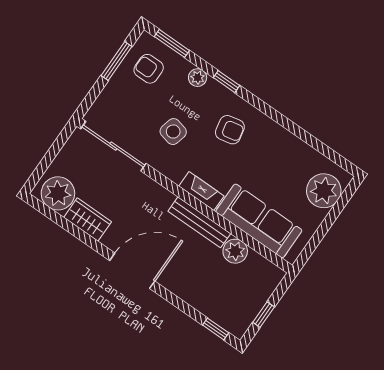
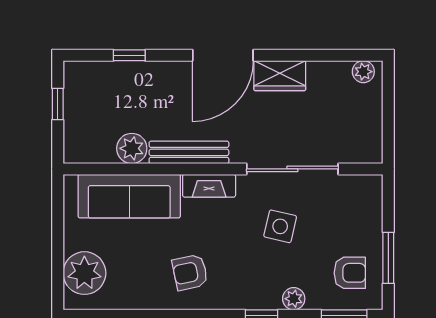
armchair: (230, 130) -> (190, 272), moved
sliding door: (113, 146) -> (292, 169), moved
plant: (58, 193) -> (363, 72), width x0.53, depth x0.53
wardrobe: (88, 220) -> (280, 76), moved
window: (216, 329) -> (129, 55), moved

